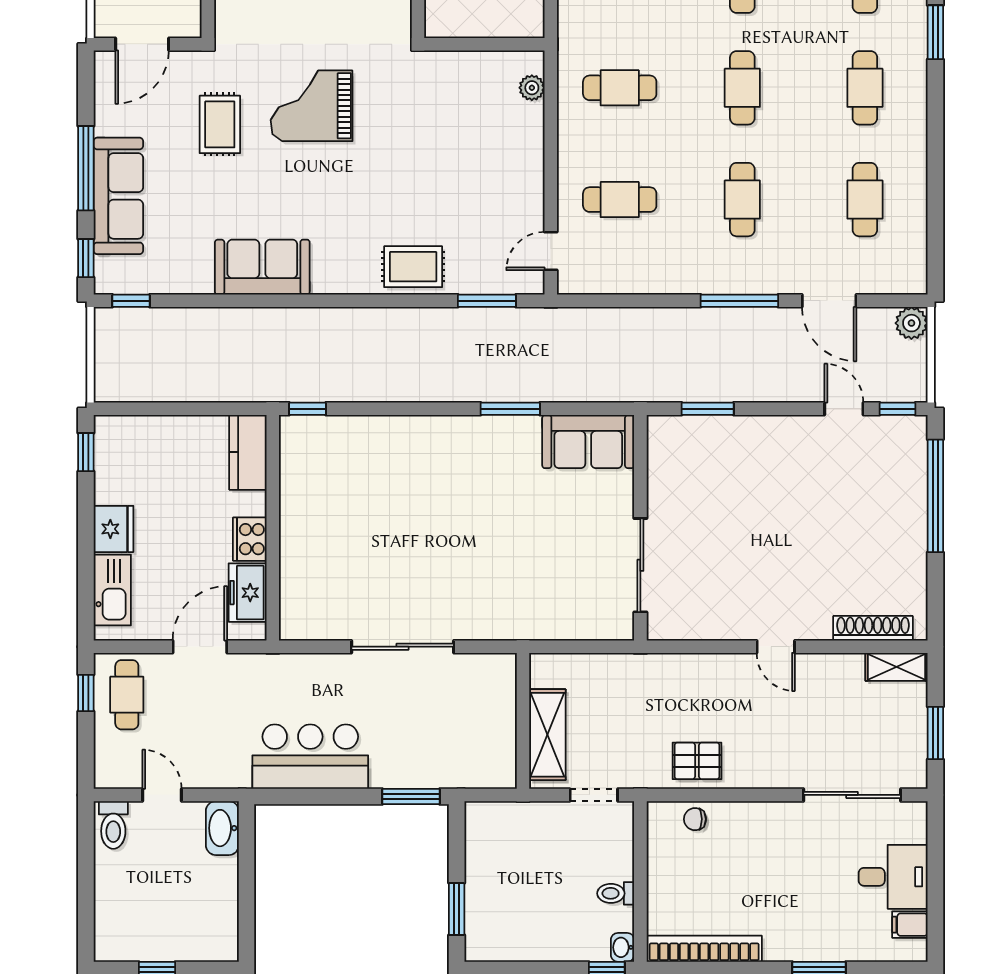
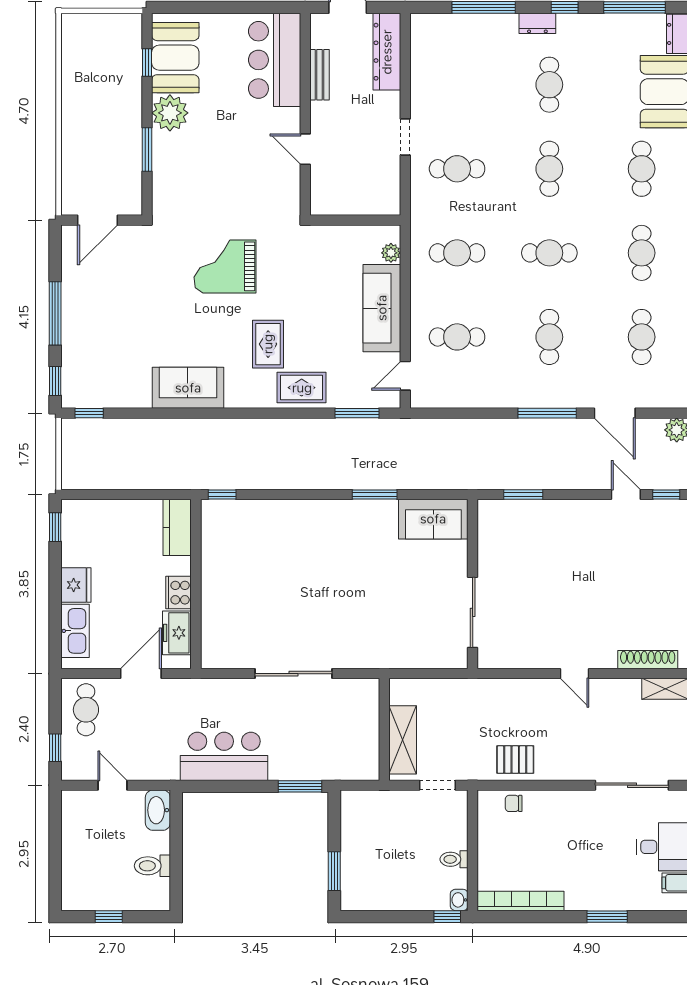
cafe table: (742, 88) -> (549, 253), turned 90
rug: (220, 124) -> (268, 344), moved
sofa: (118, 196) -> (382, 308), moved, turned 180
window: (86, 693) -> (55, 748), moved
toilet: (113, 825) -> (152, 866), moved, turned 90

